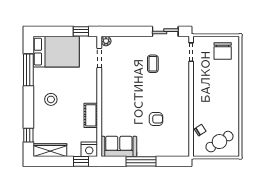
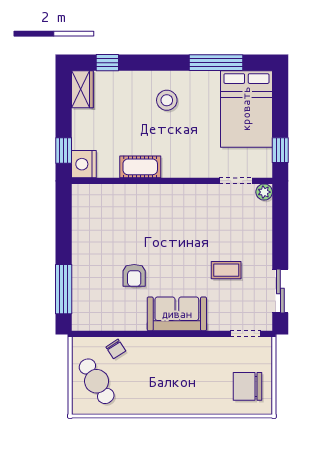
sofa: (119, 146) -> (177, 314), moved, turned -90
wardrobe: (50, 150) -> (82, 89), width x0.67
window: (141, 161) -> (64, 289), moved

